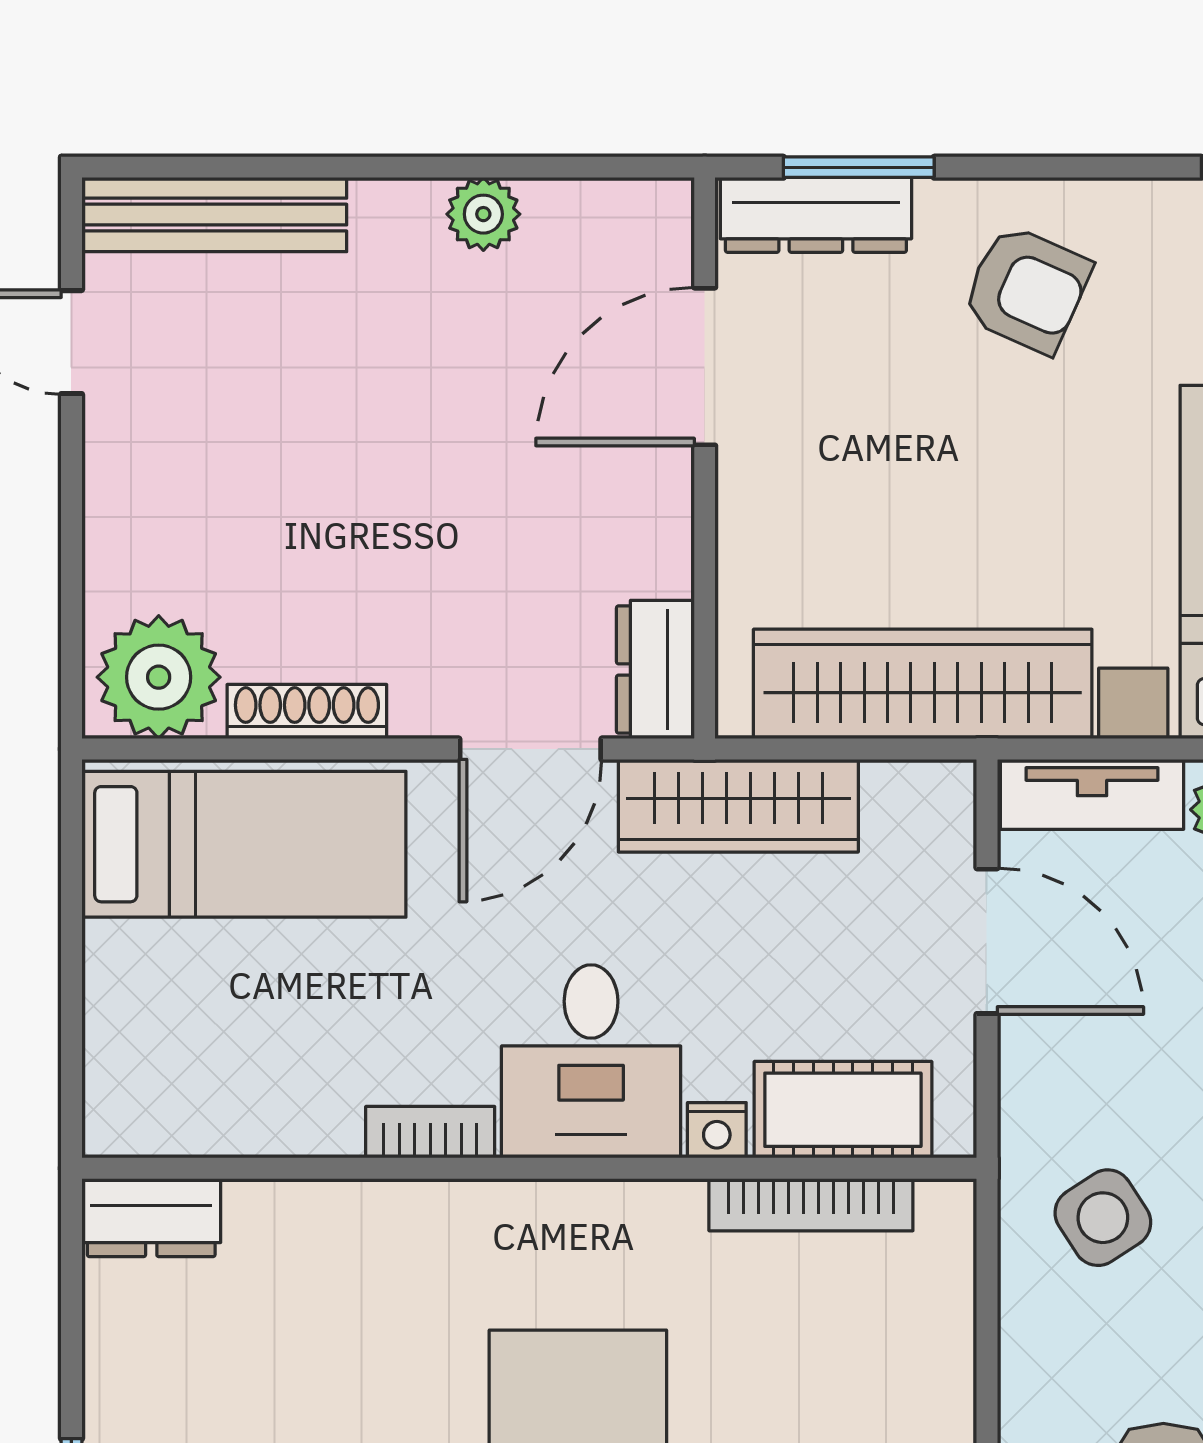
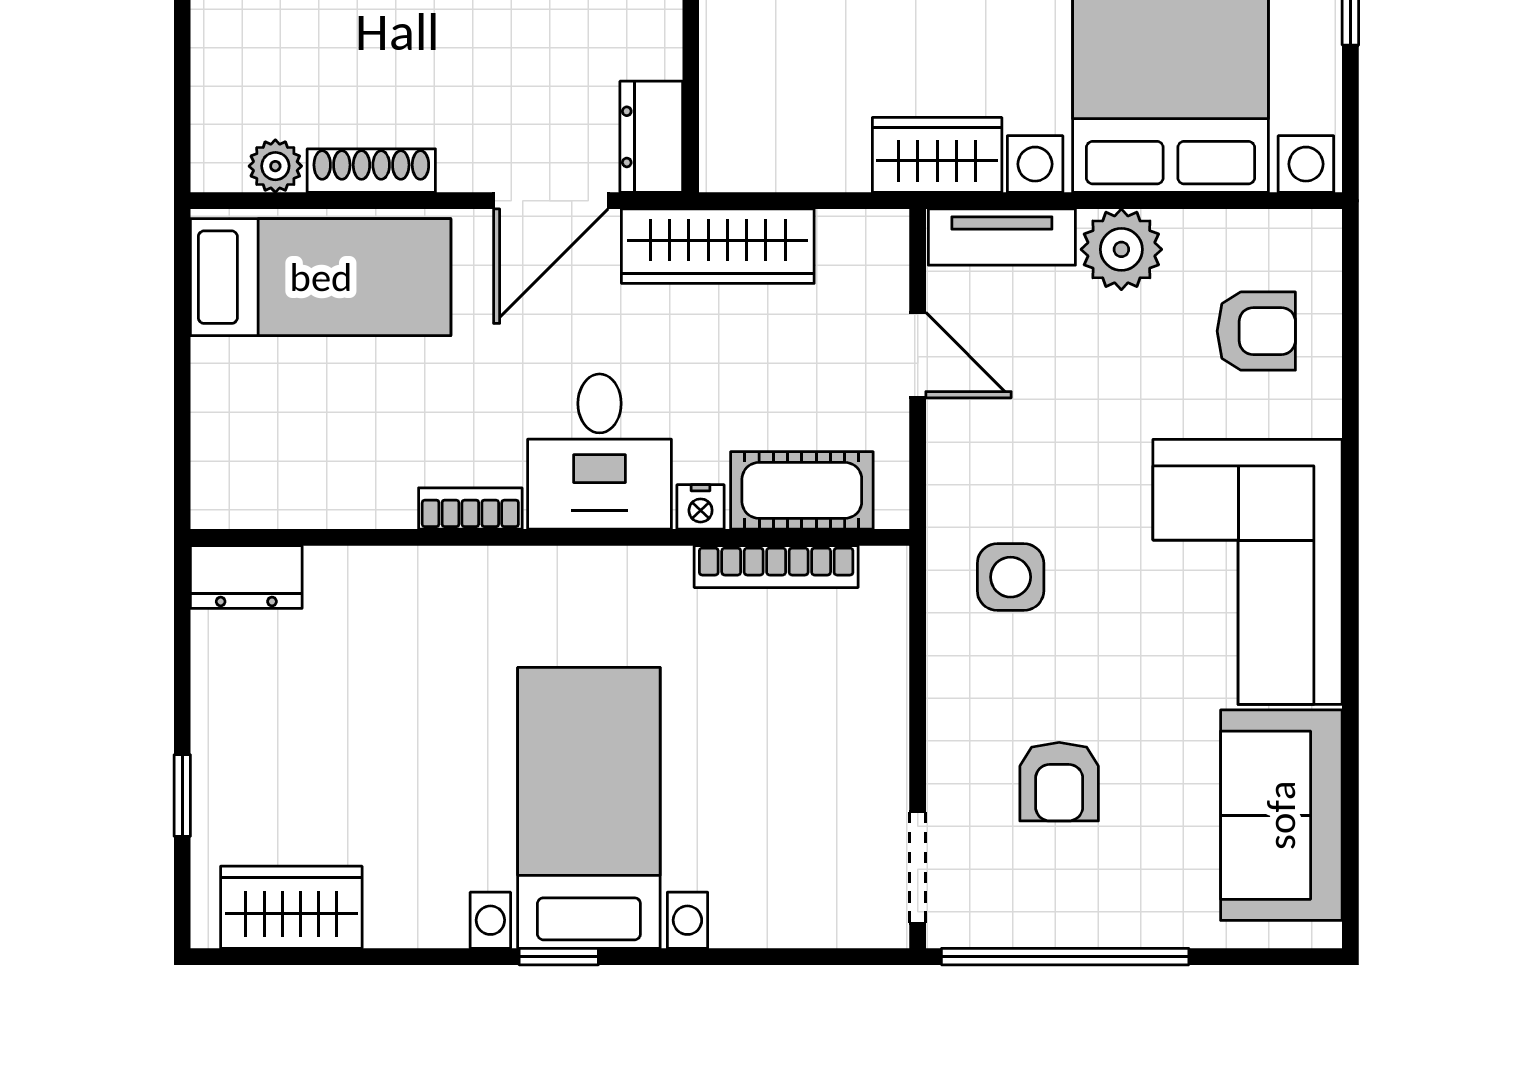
plant: (159, 677) -> (275, 166), width x0.53, depth x0.53
wardrobe: (923, 684) -> (937, 155), width x0.48, depth x0.85
door: (987, 941) -> (918, 355), width x0.73
side table: (1103, 1218) -> (1011, 577), turned 33

